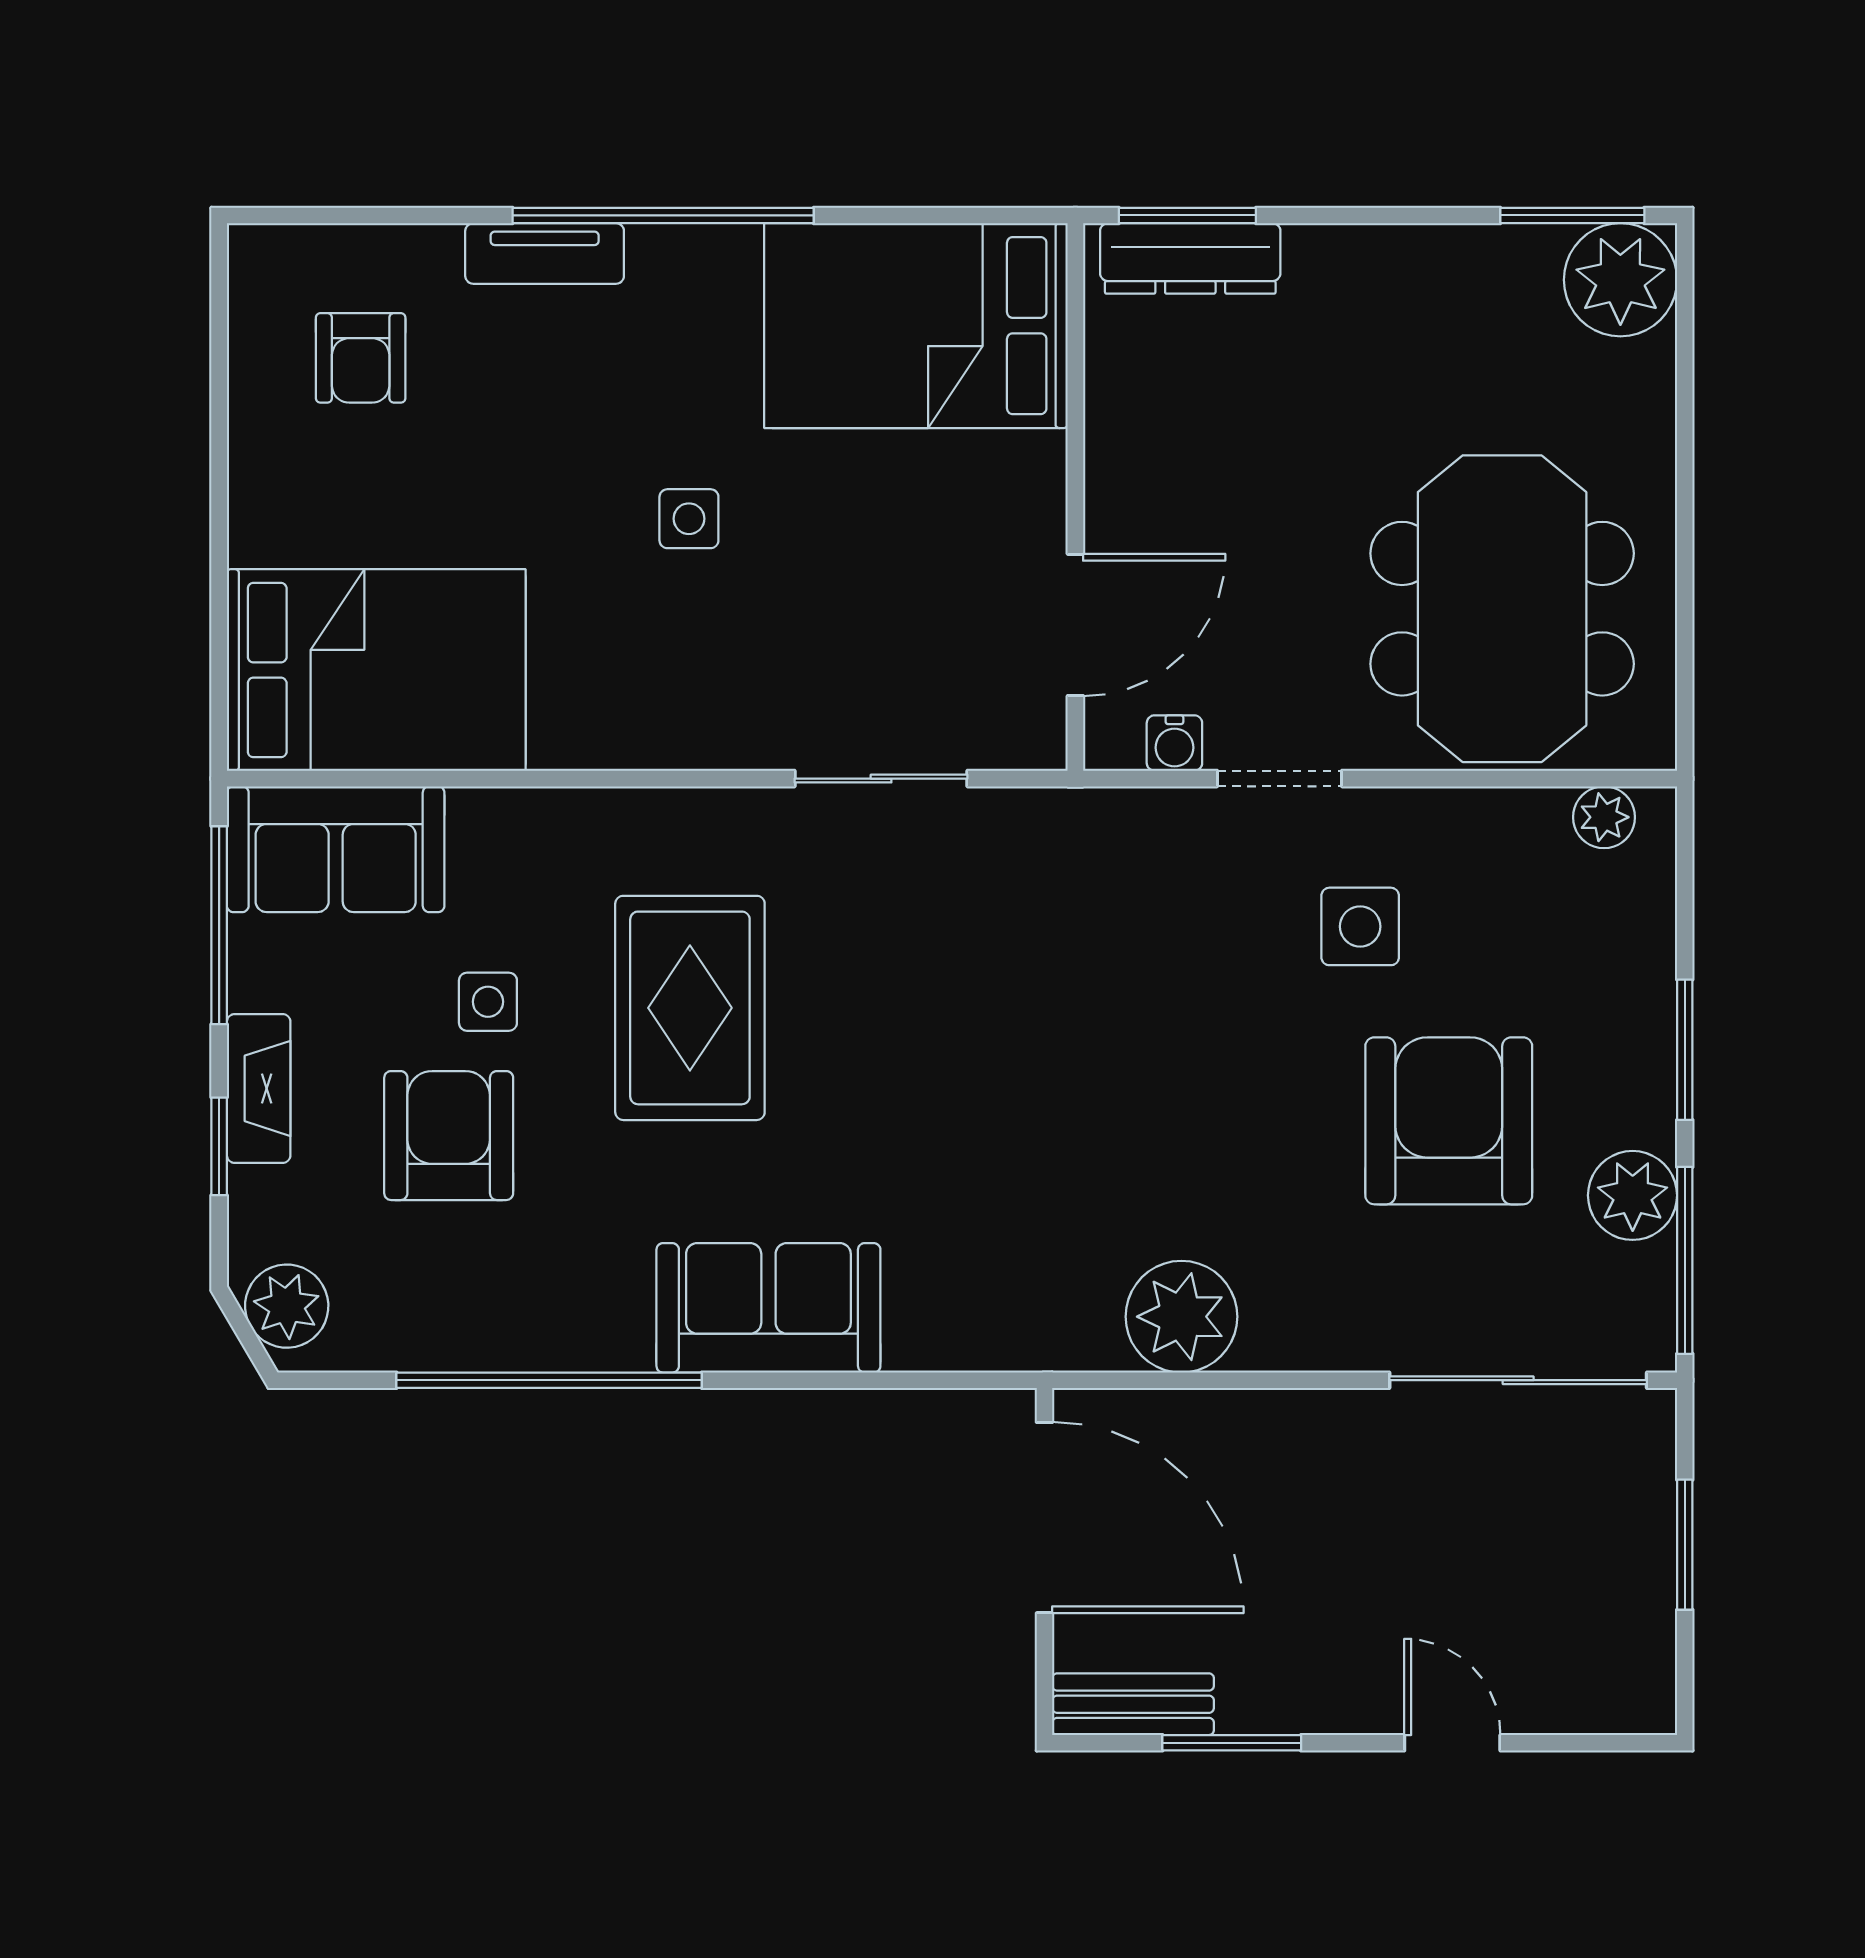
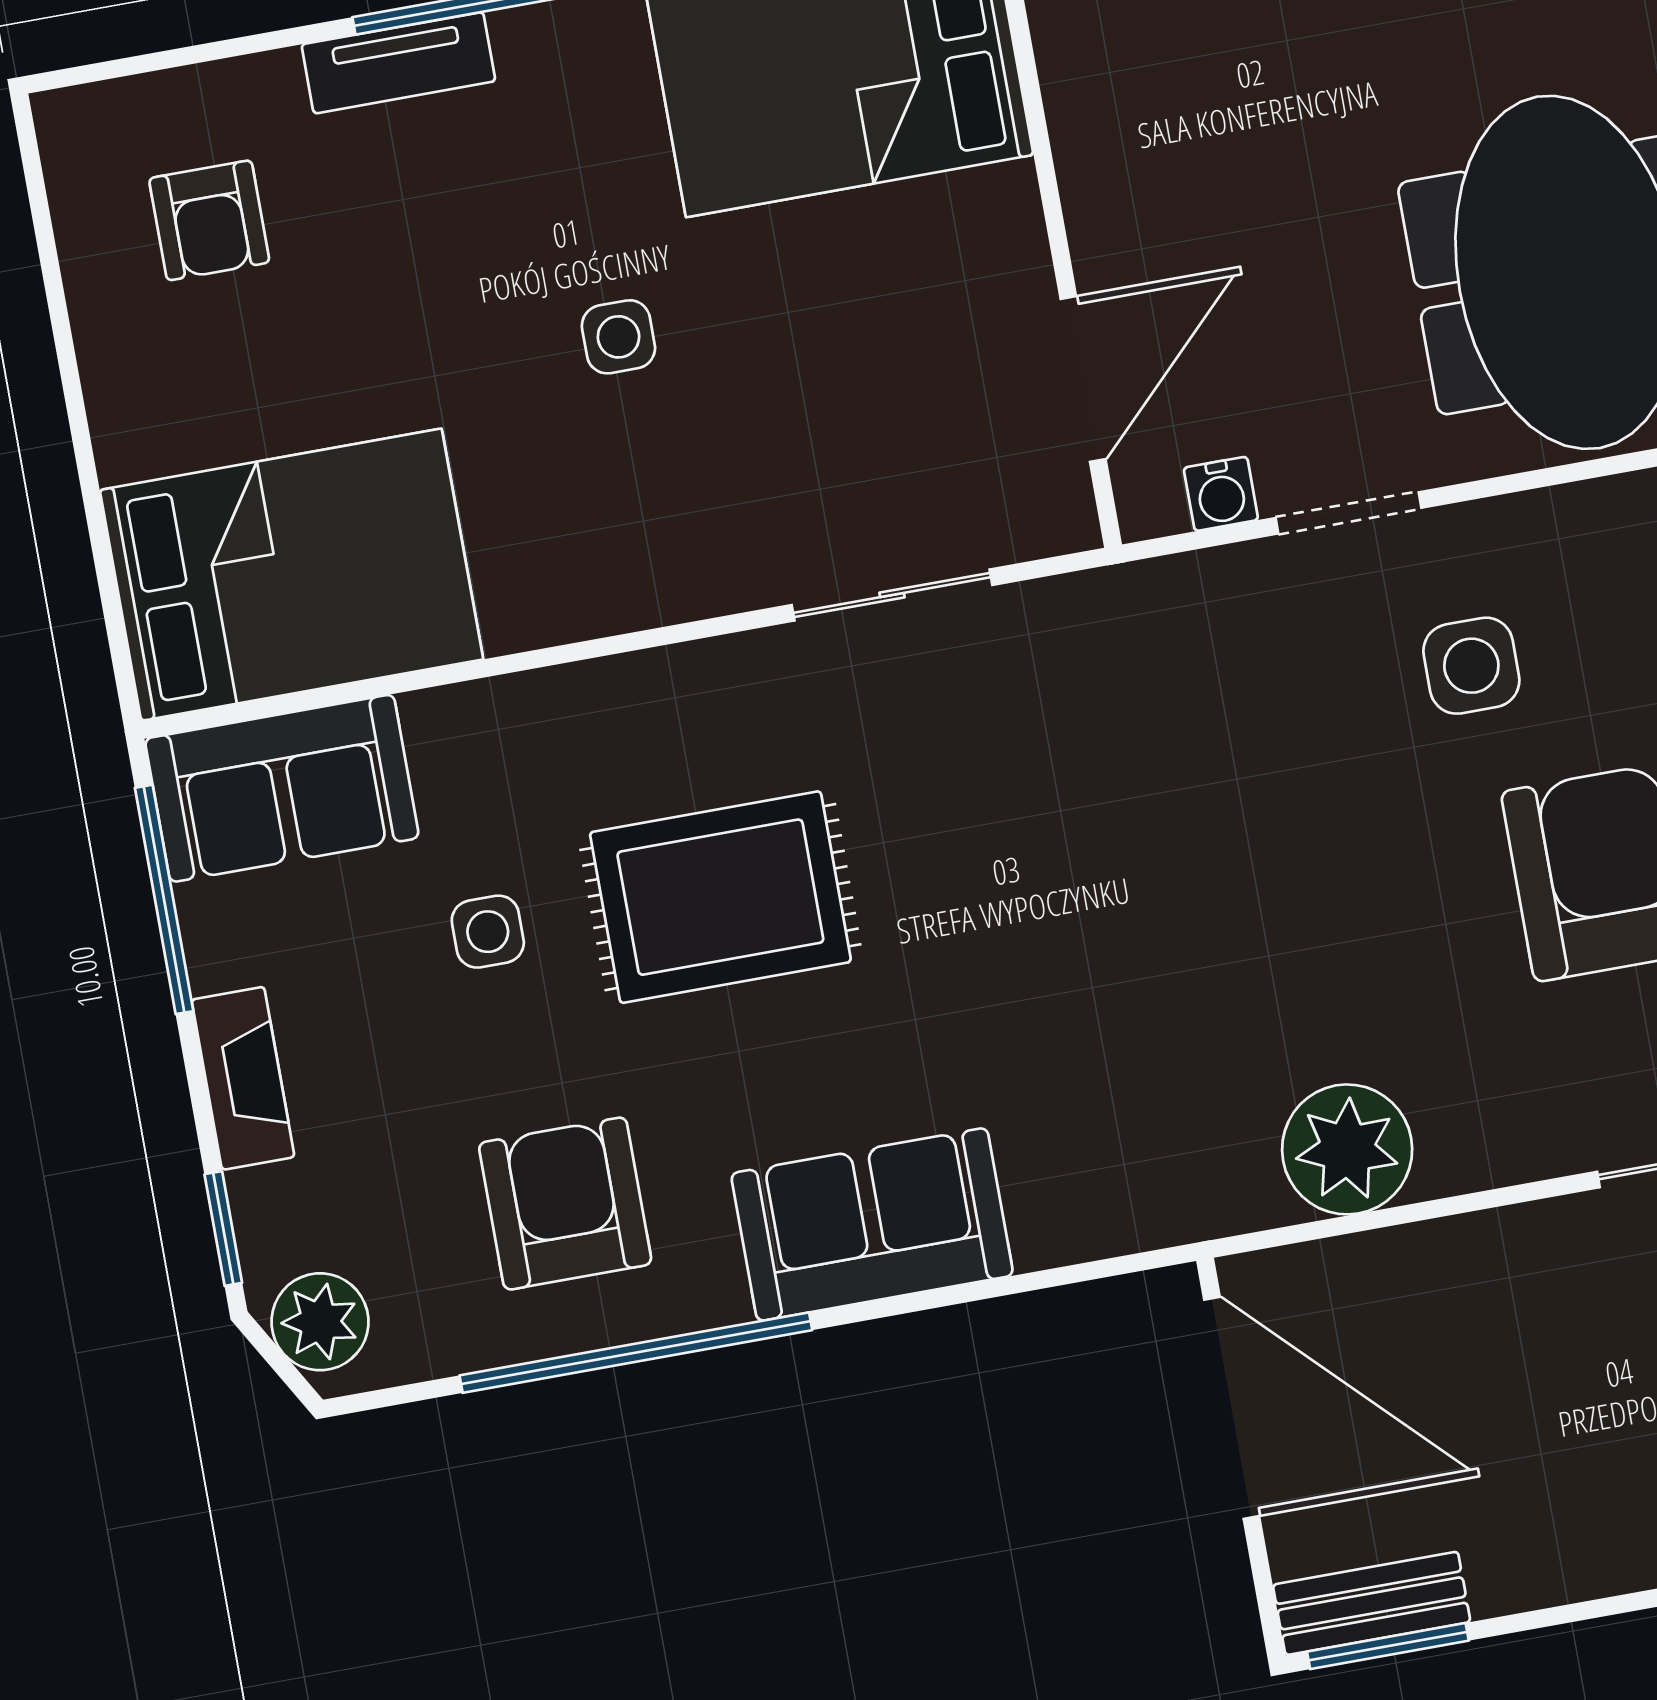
rug: (690, 1008) -> (720, 897), turned 90
armchair: (449, 1136) -> (565, 1204), moved
window: (219, 1146) -> (223, 1229), moved
window: (1232, 1743) -> (1388, 1646), moved

